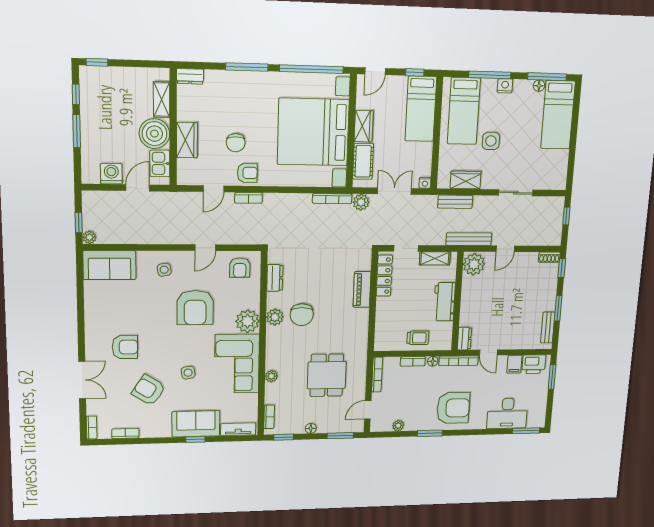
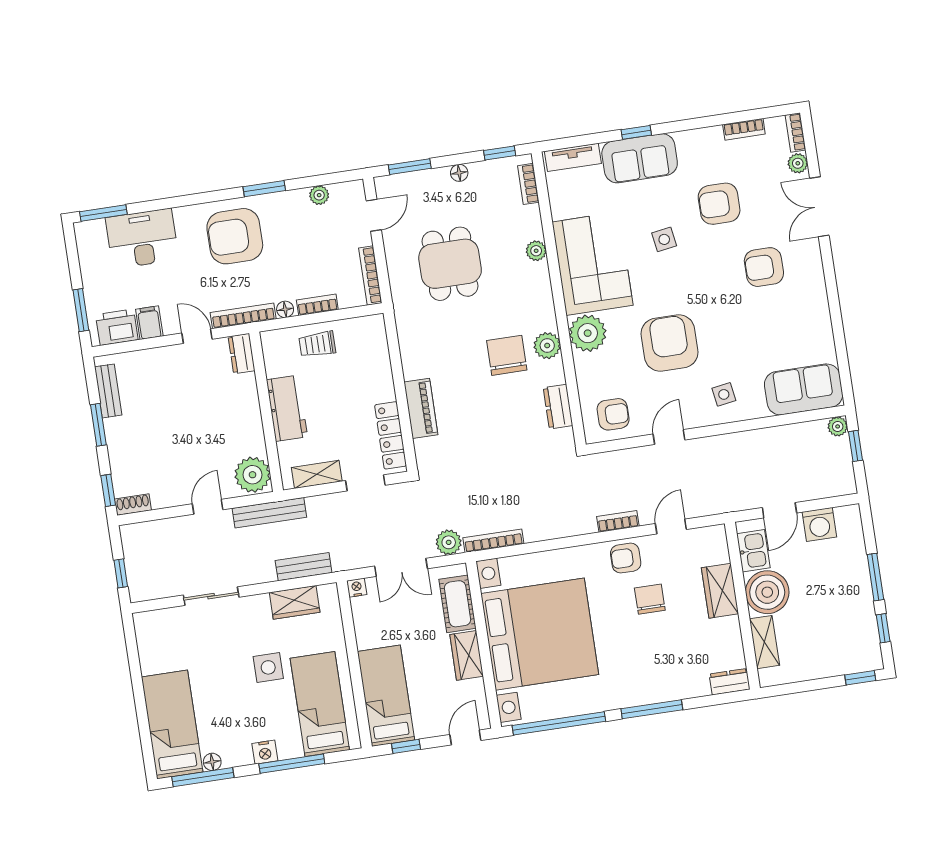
armchair: (240, 268) -> (613, 414), turned 90
armchair: (149, 390) -> (719, 204), turned 147
plant: (93, 409) -> (798, 163), added

